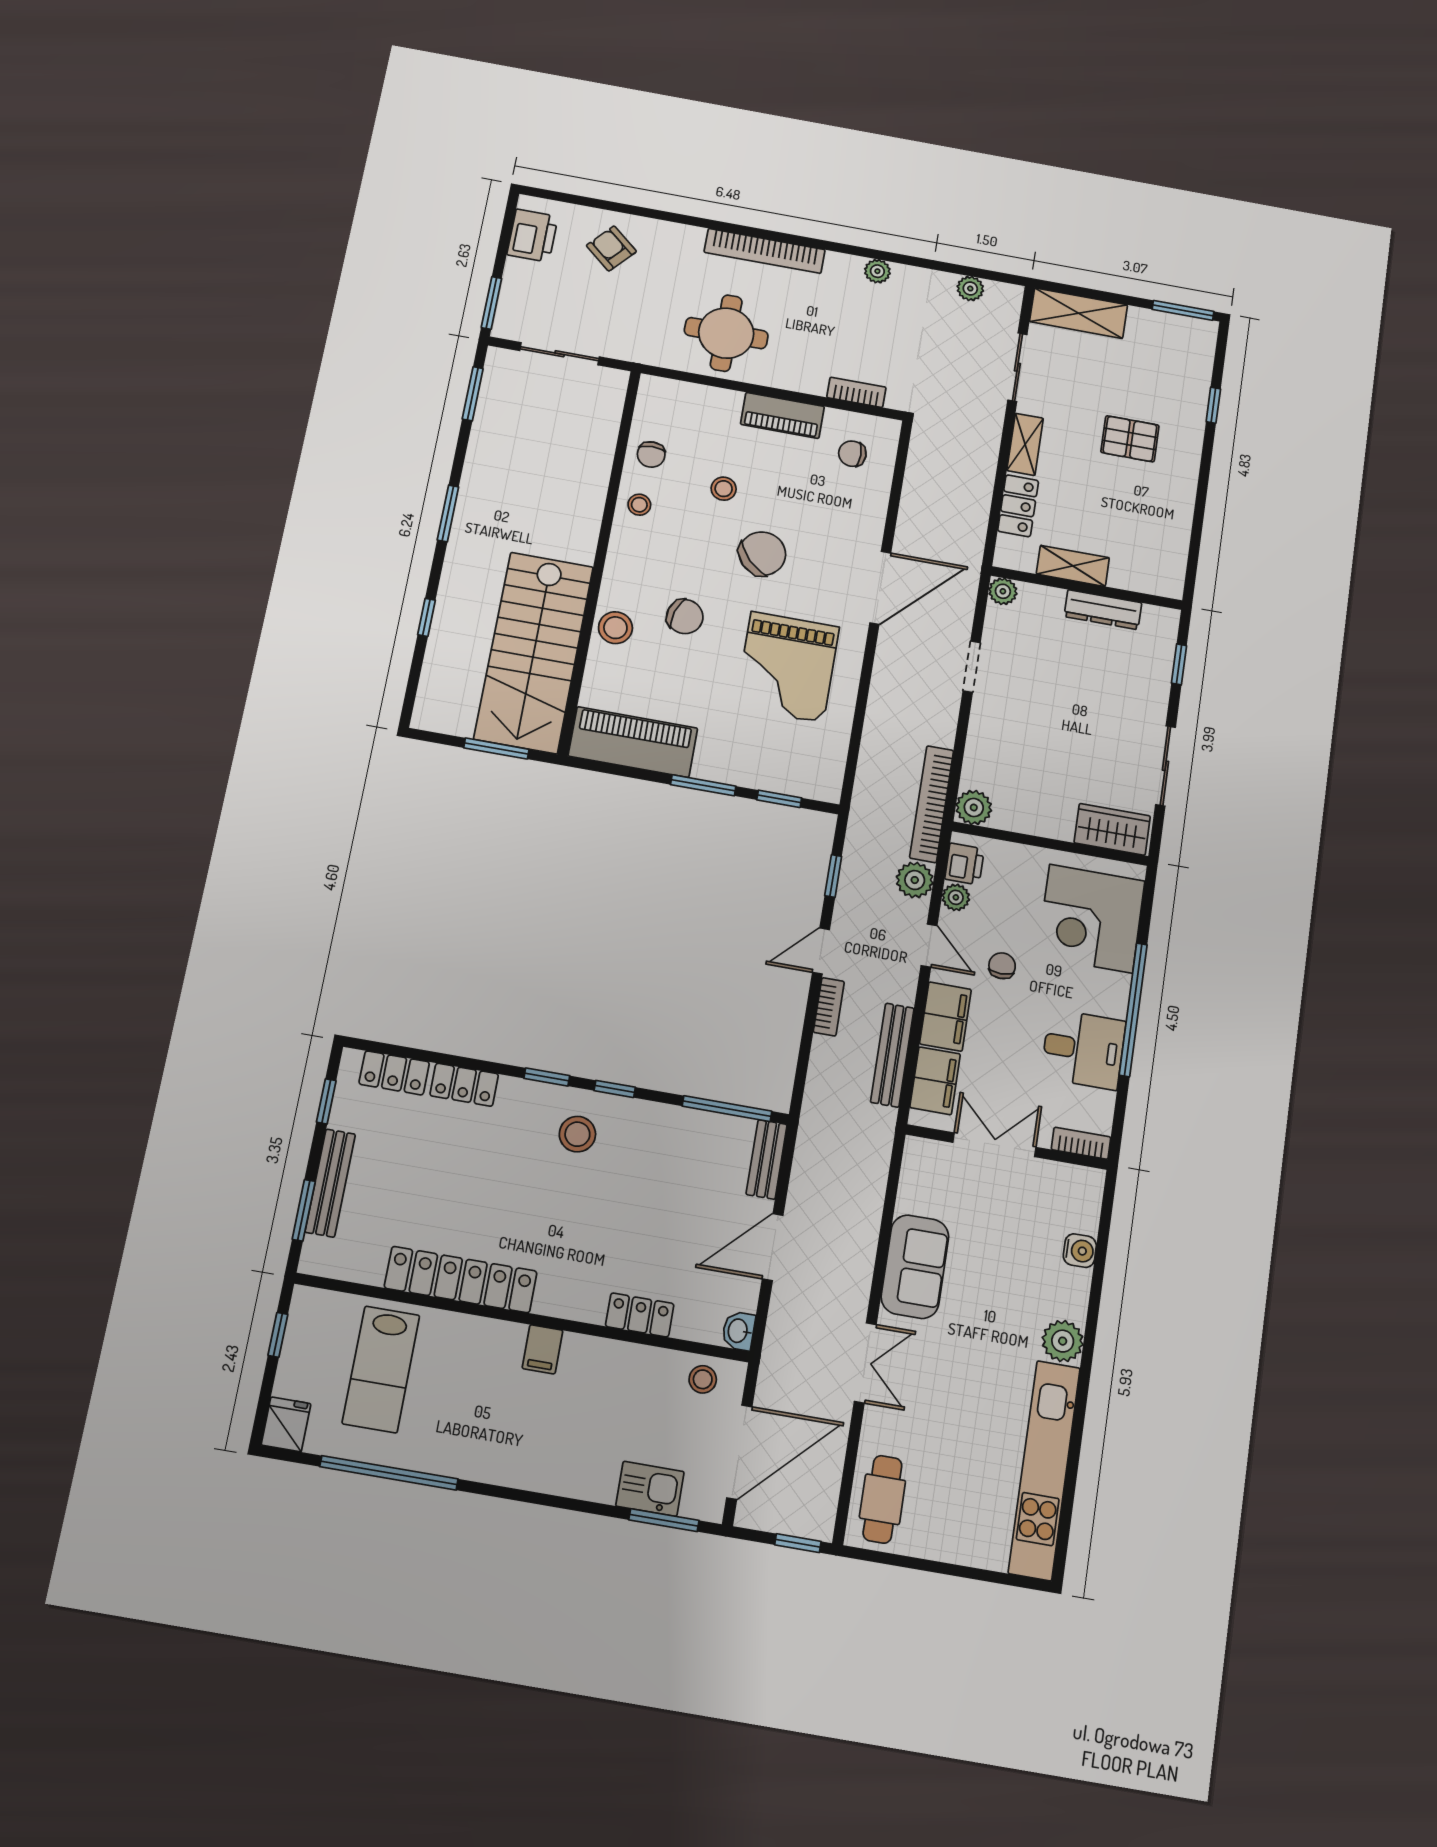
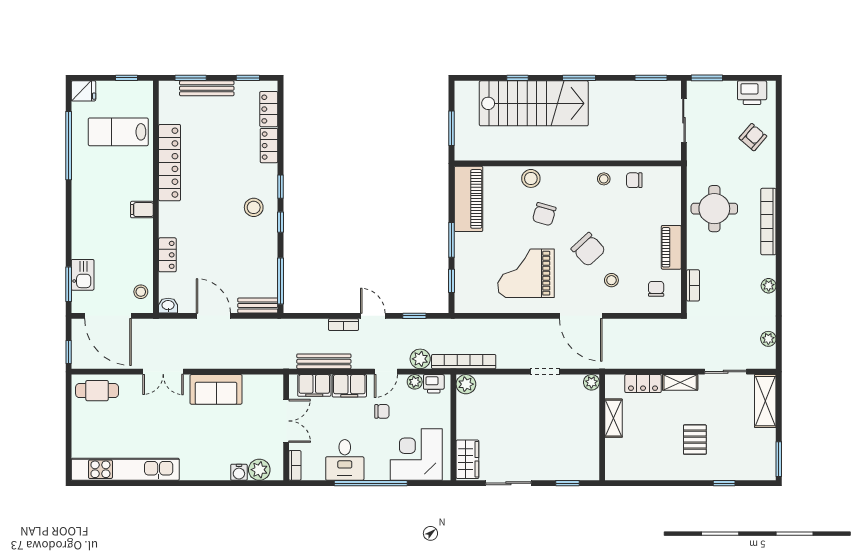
stool: (724, 489) -> (611, 280), moved
dresser: (1103, 610) -> (591, 438), removed
stairs: (534, 652) -> (534, 103), moved, turned 180
plant: (1063, 1341) -> (259, 470), moved

